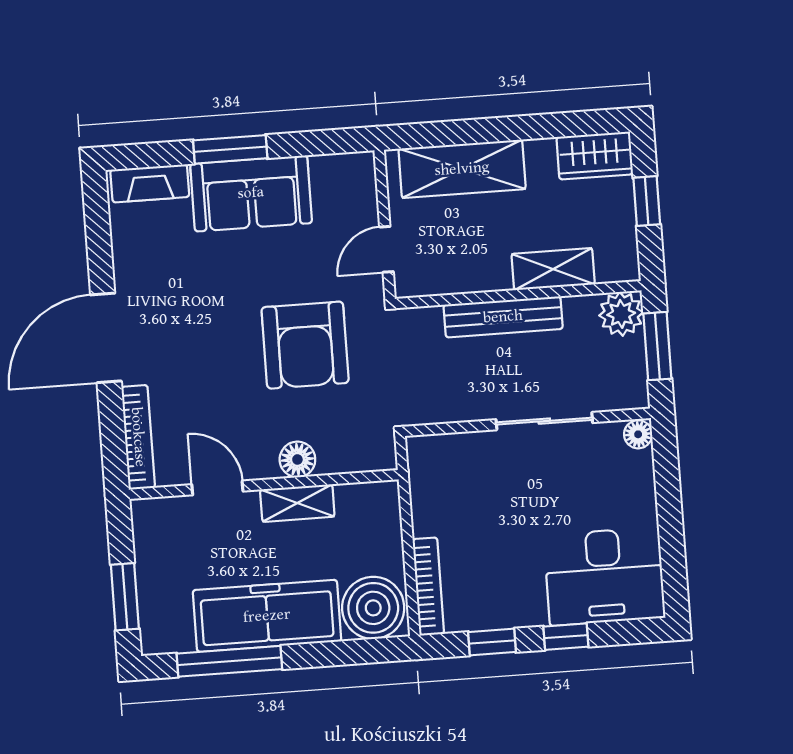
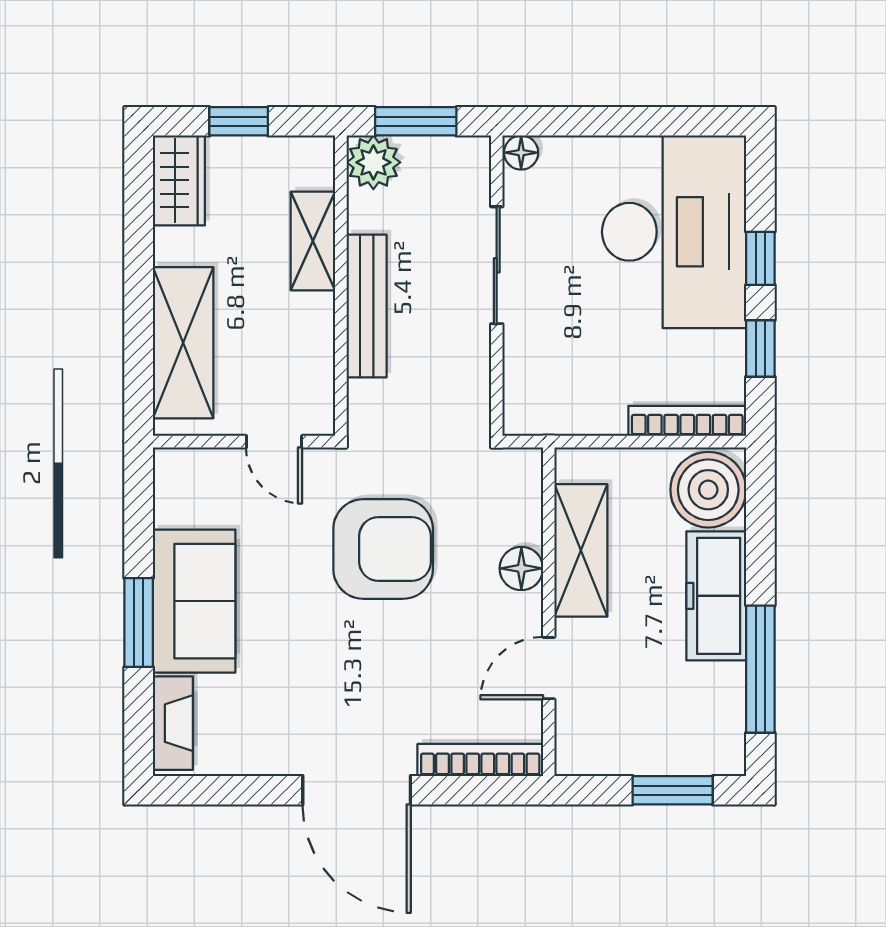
shelving: (297, 503) -> (581, 550), width x1.50, depth x1.33
desk: (604, 576) -> (674, 232), width x1.36, depth x1.30
freezer: (267, 616) -> (716, 596), width x0.73, depth x0.79

